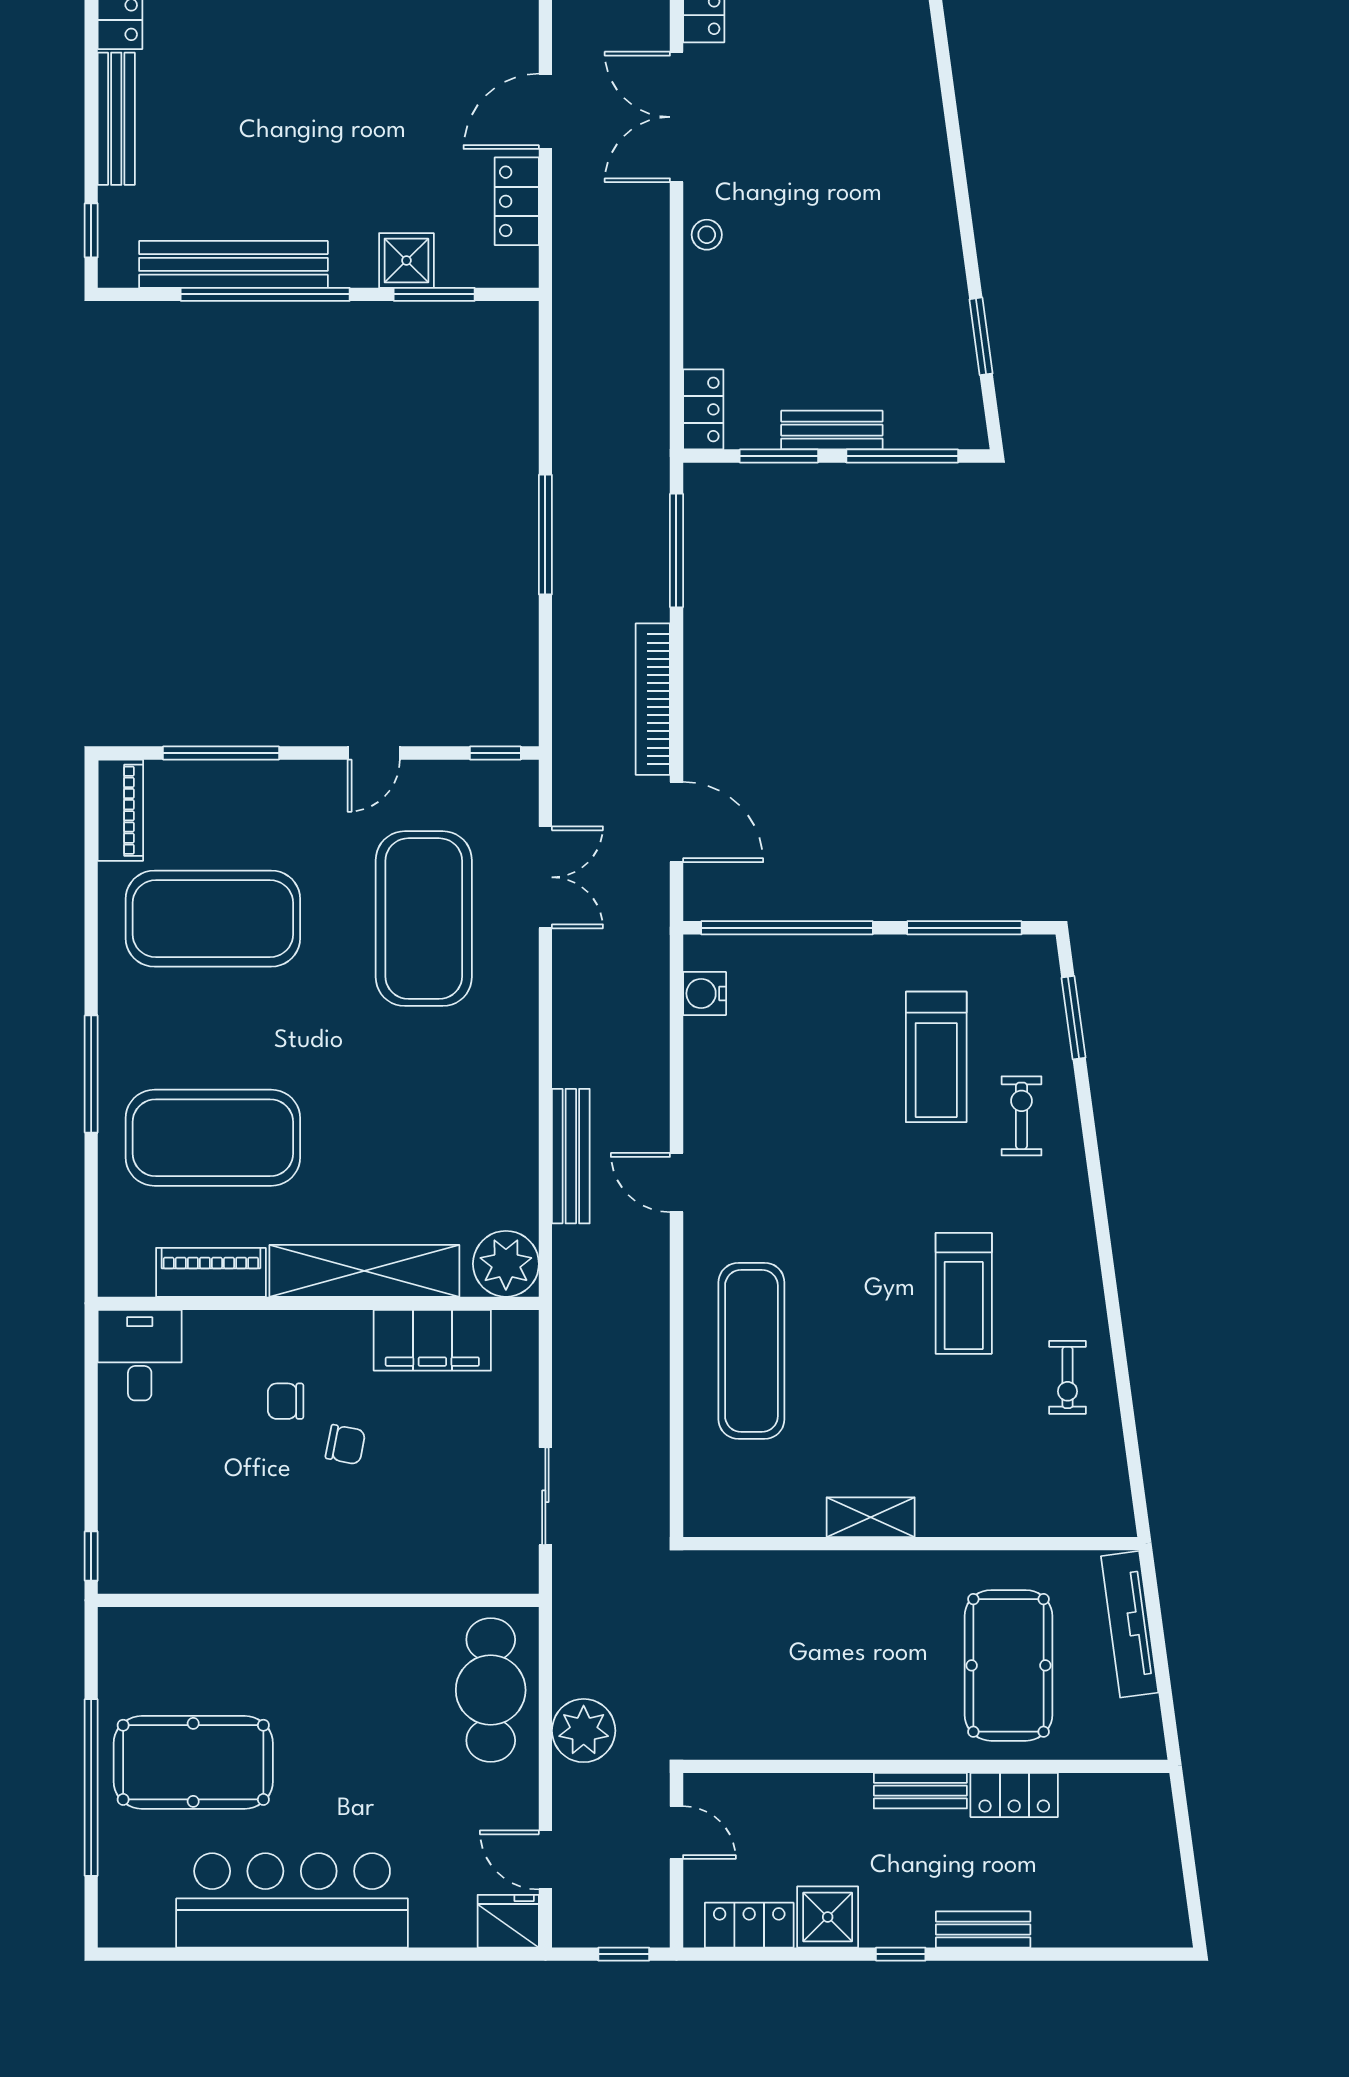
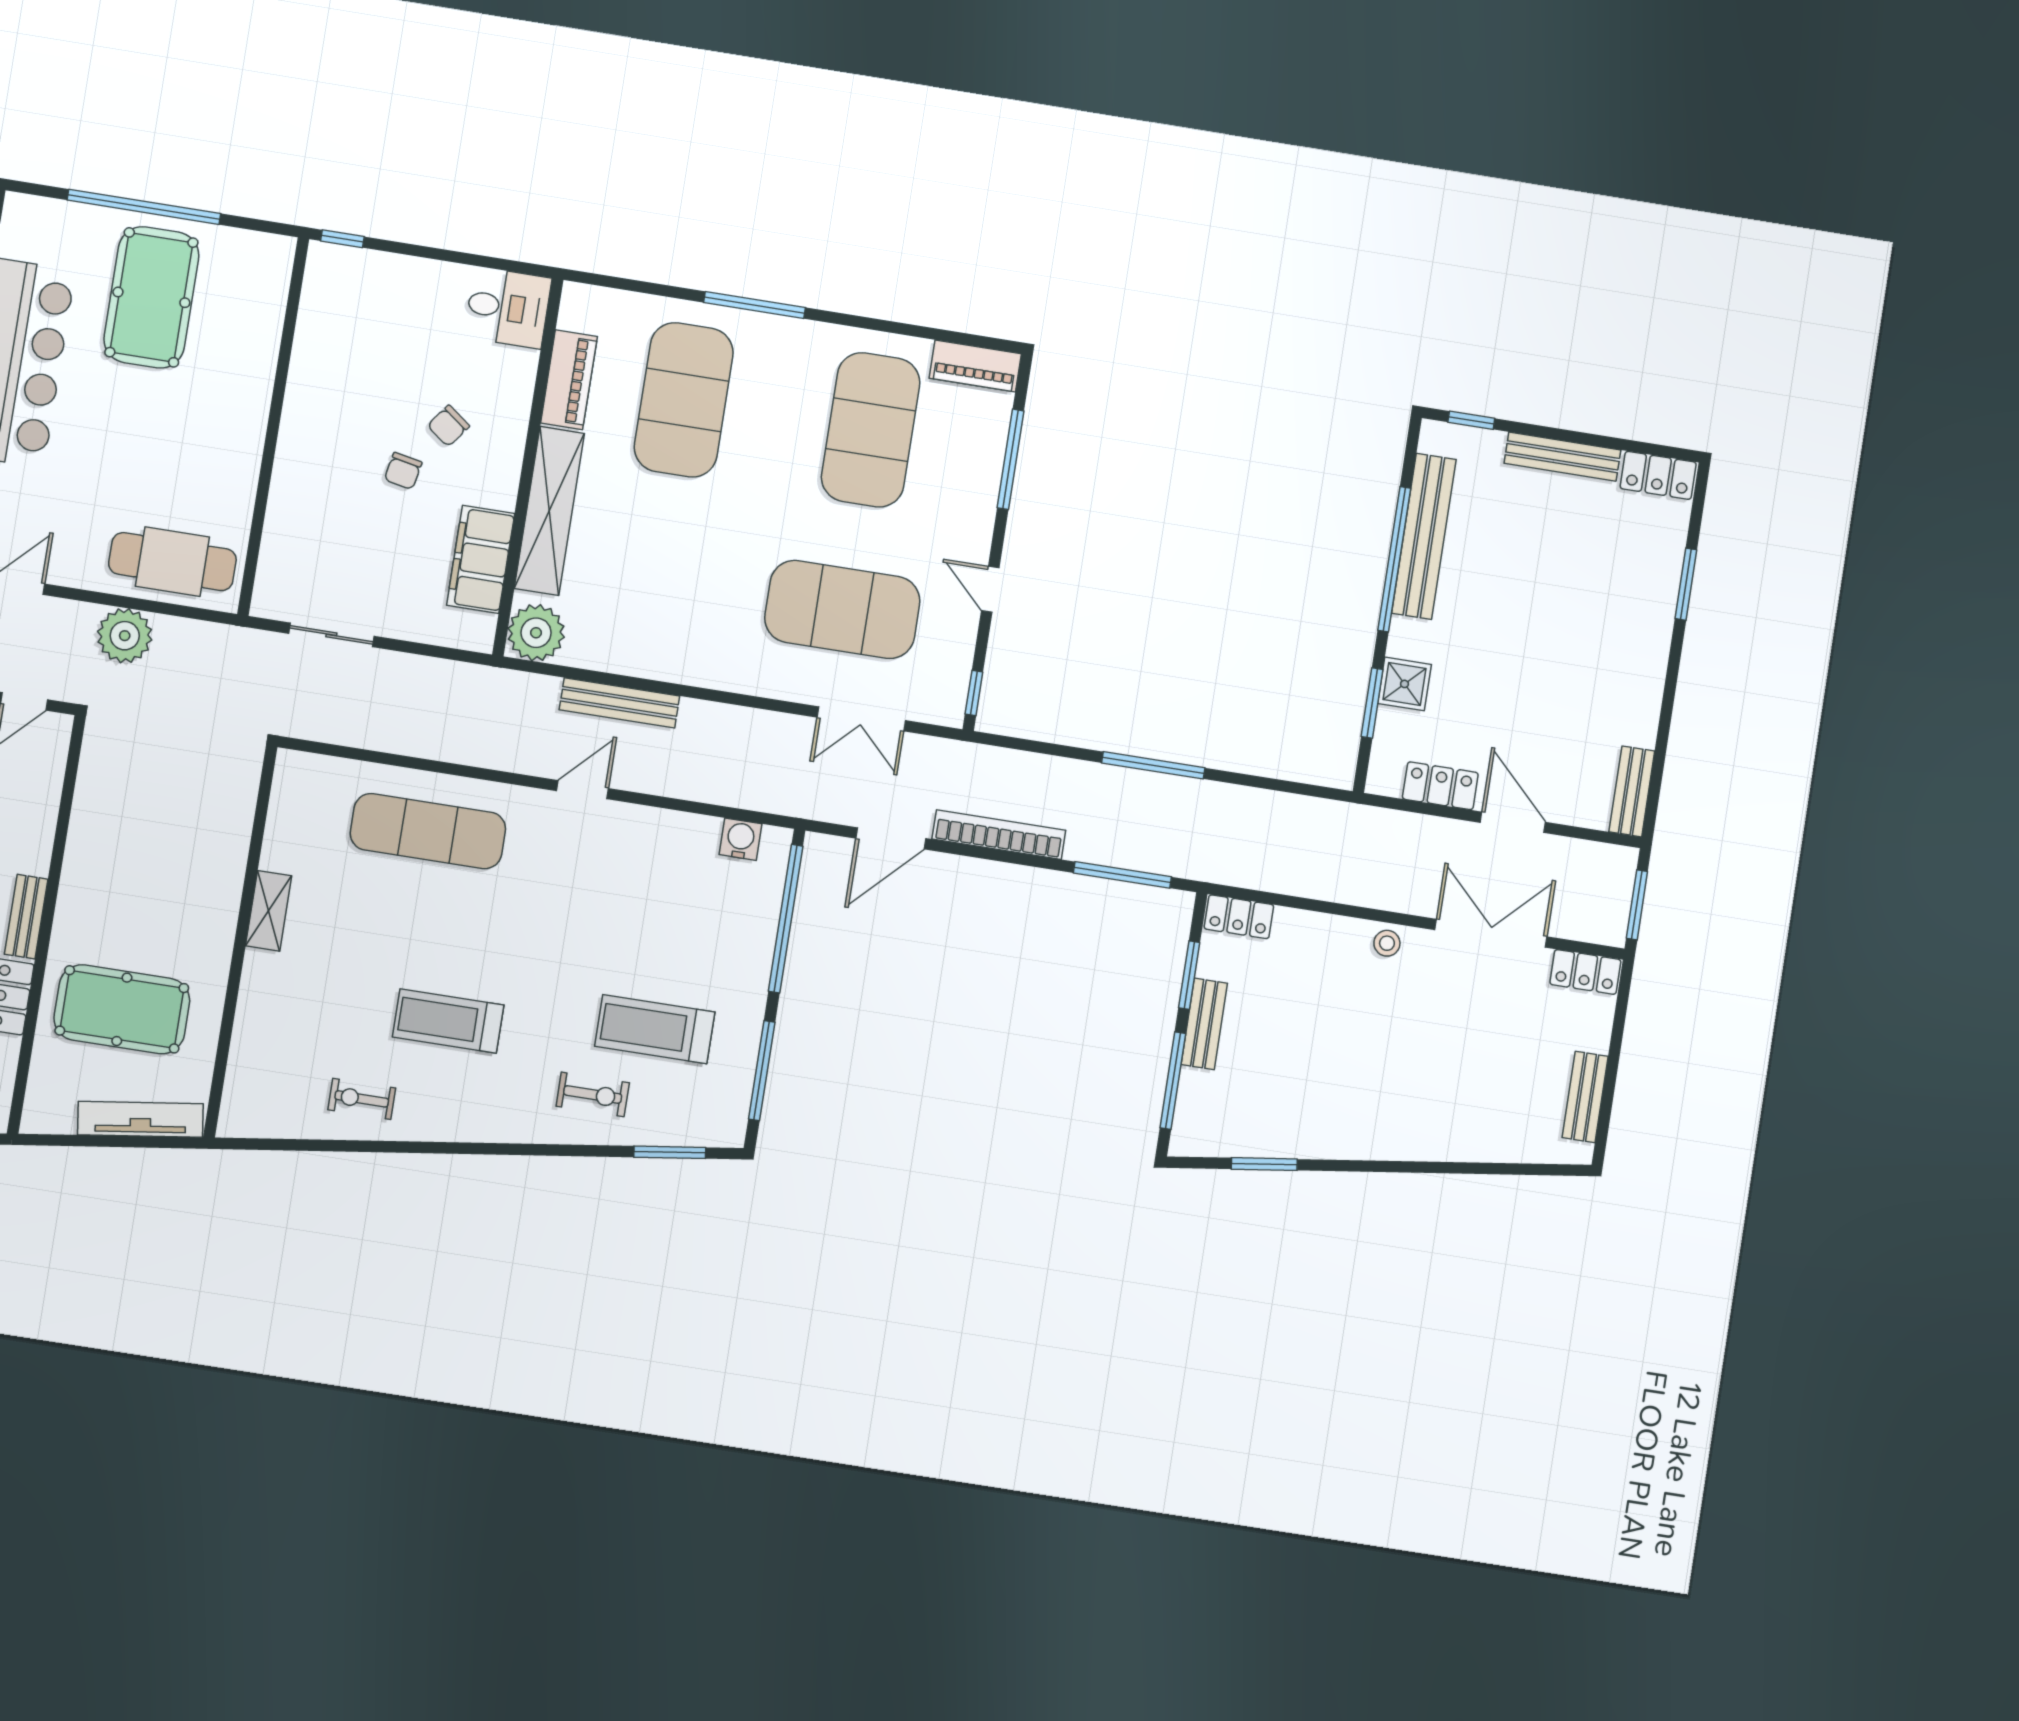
chair: (286, 1401) -> (448, 426), turned -143

